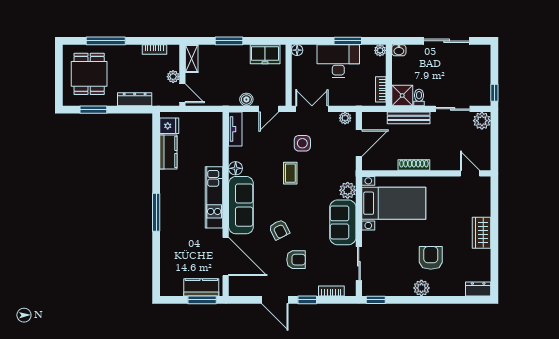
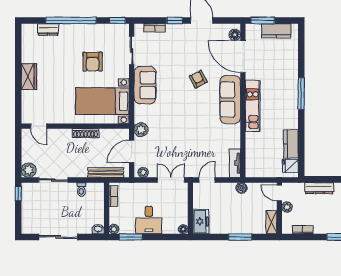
window: (348, 41) -> (131, 237), moved
freezer: (265, 54) -> (201, 221), moved, turned 90
desk: (338, 61) -> (149, 220), width x0.73
shower: (402, 96) -> (95, 191), removed
boiler: (246, 99) -> (241, 188), moved
double door: (312, 109) -> (171, 180), swing flipped
bench: (409, 118) -> (106, 173), moved
side table: (302, 143) -> (179, 151), removed
floor lamp: (236, 168) -> (235, 35), moved
coffee table: (290, 173) -> (189, 126), removed
plant: (348, 190) -> (141, 130), moved
armchair: (431, 258) -> (93, 62), moved
armchair: (296, 260) -> (184, 54), removed
kitchen counter: (201, 287) -> (276, 31), moved
plant: (421, 288) -> (79, 30), removed
dresser: (478, 289) -> (48, 29), moved
window: (431, 300) -> (71, 20), added

